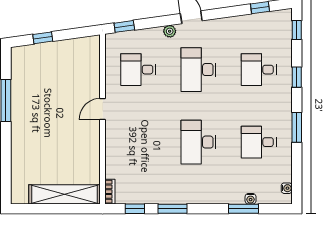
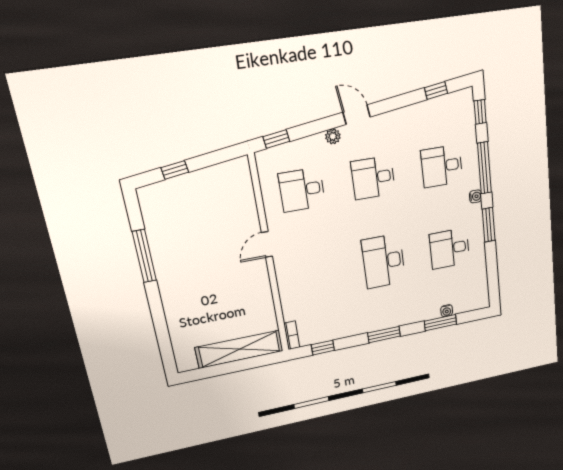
desk: (198, 70) -> (373, 178), width x0.73
window: (297, 77) -> (484, 168), width x2.17
water cooler: (287, 188) -> (476, 196), moved
window: (173, 209) -> (384, 335), moved

